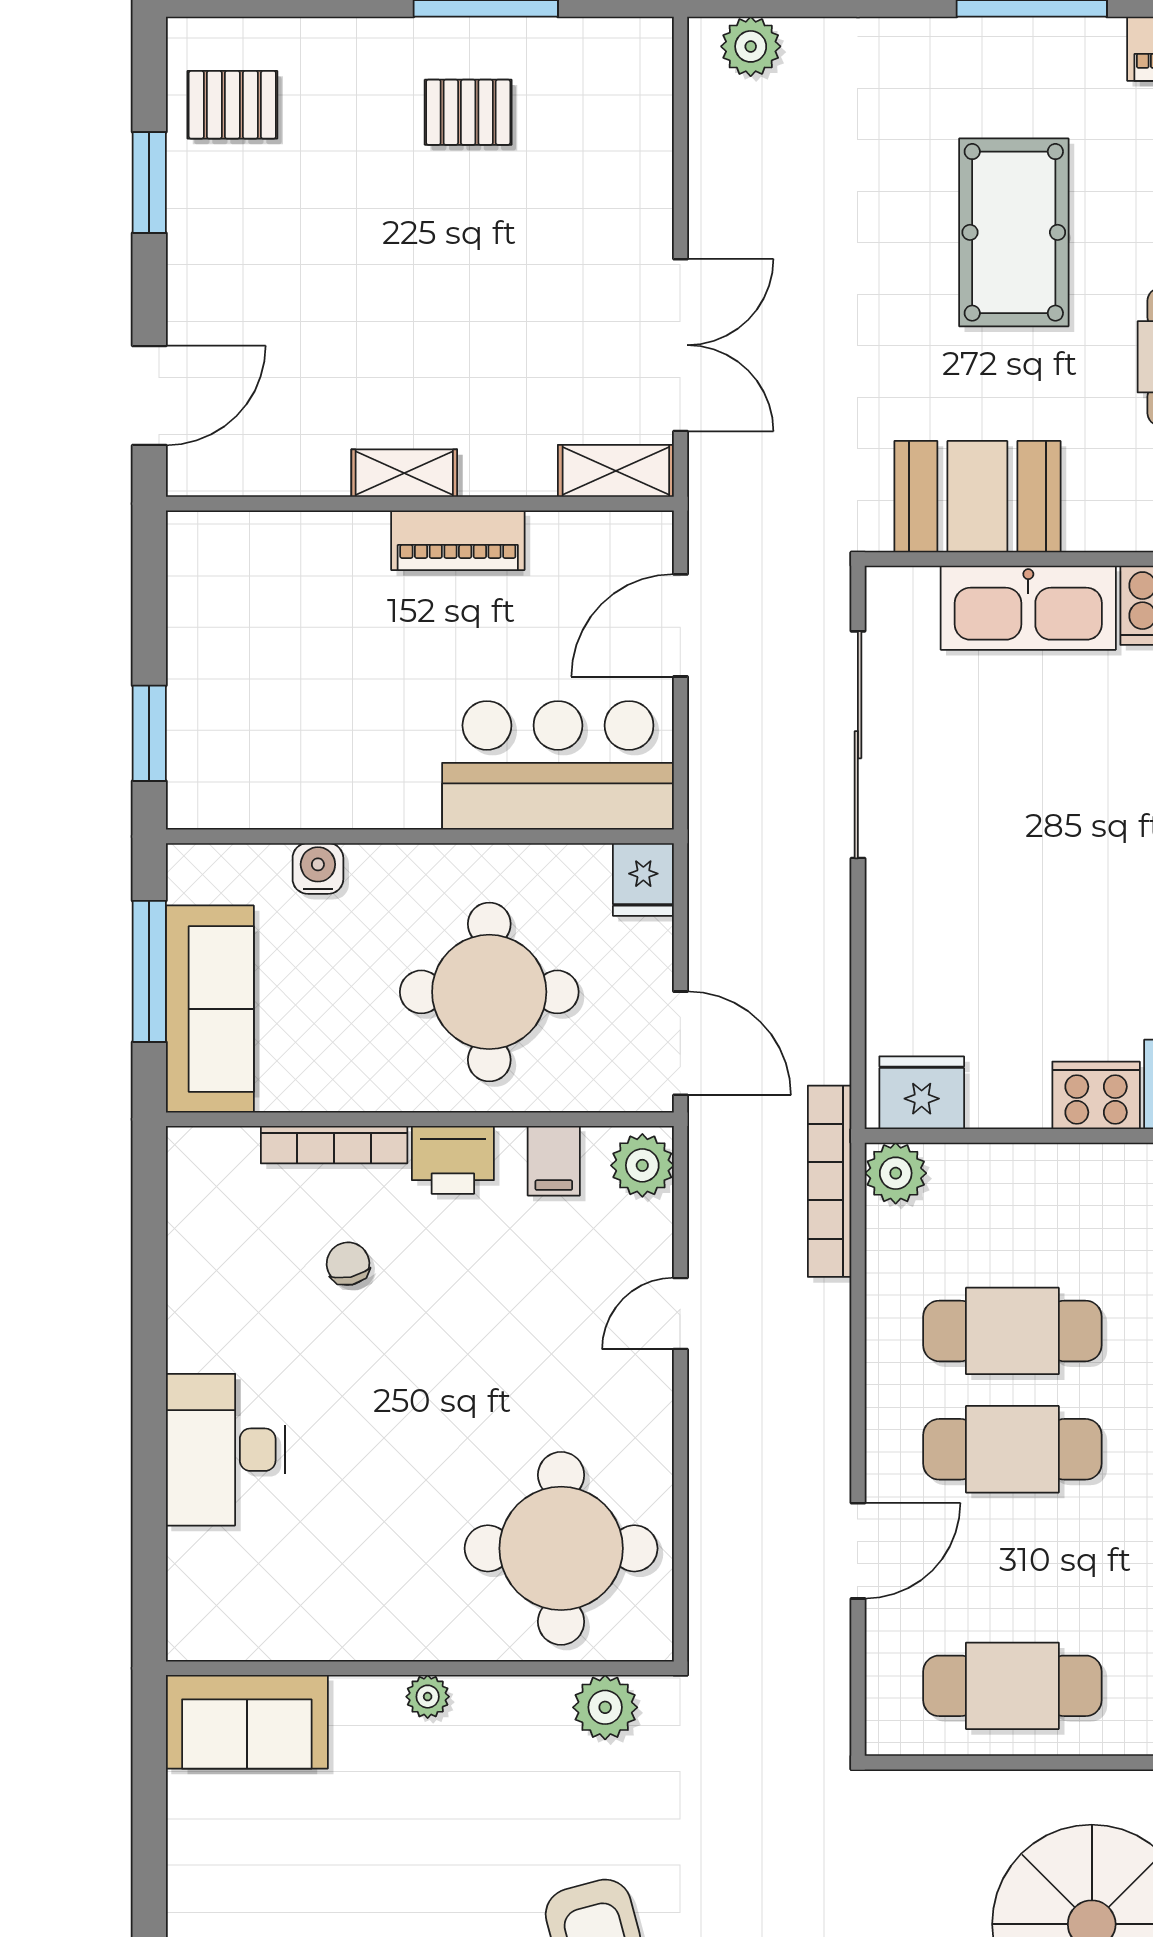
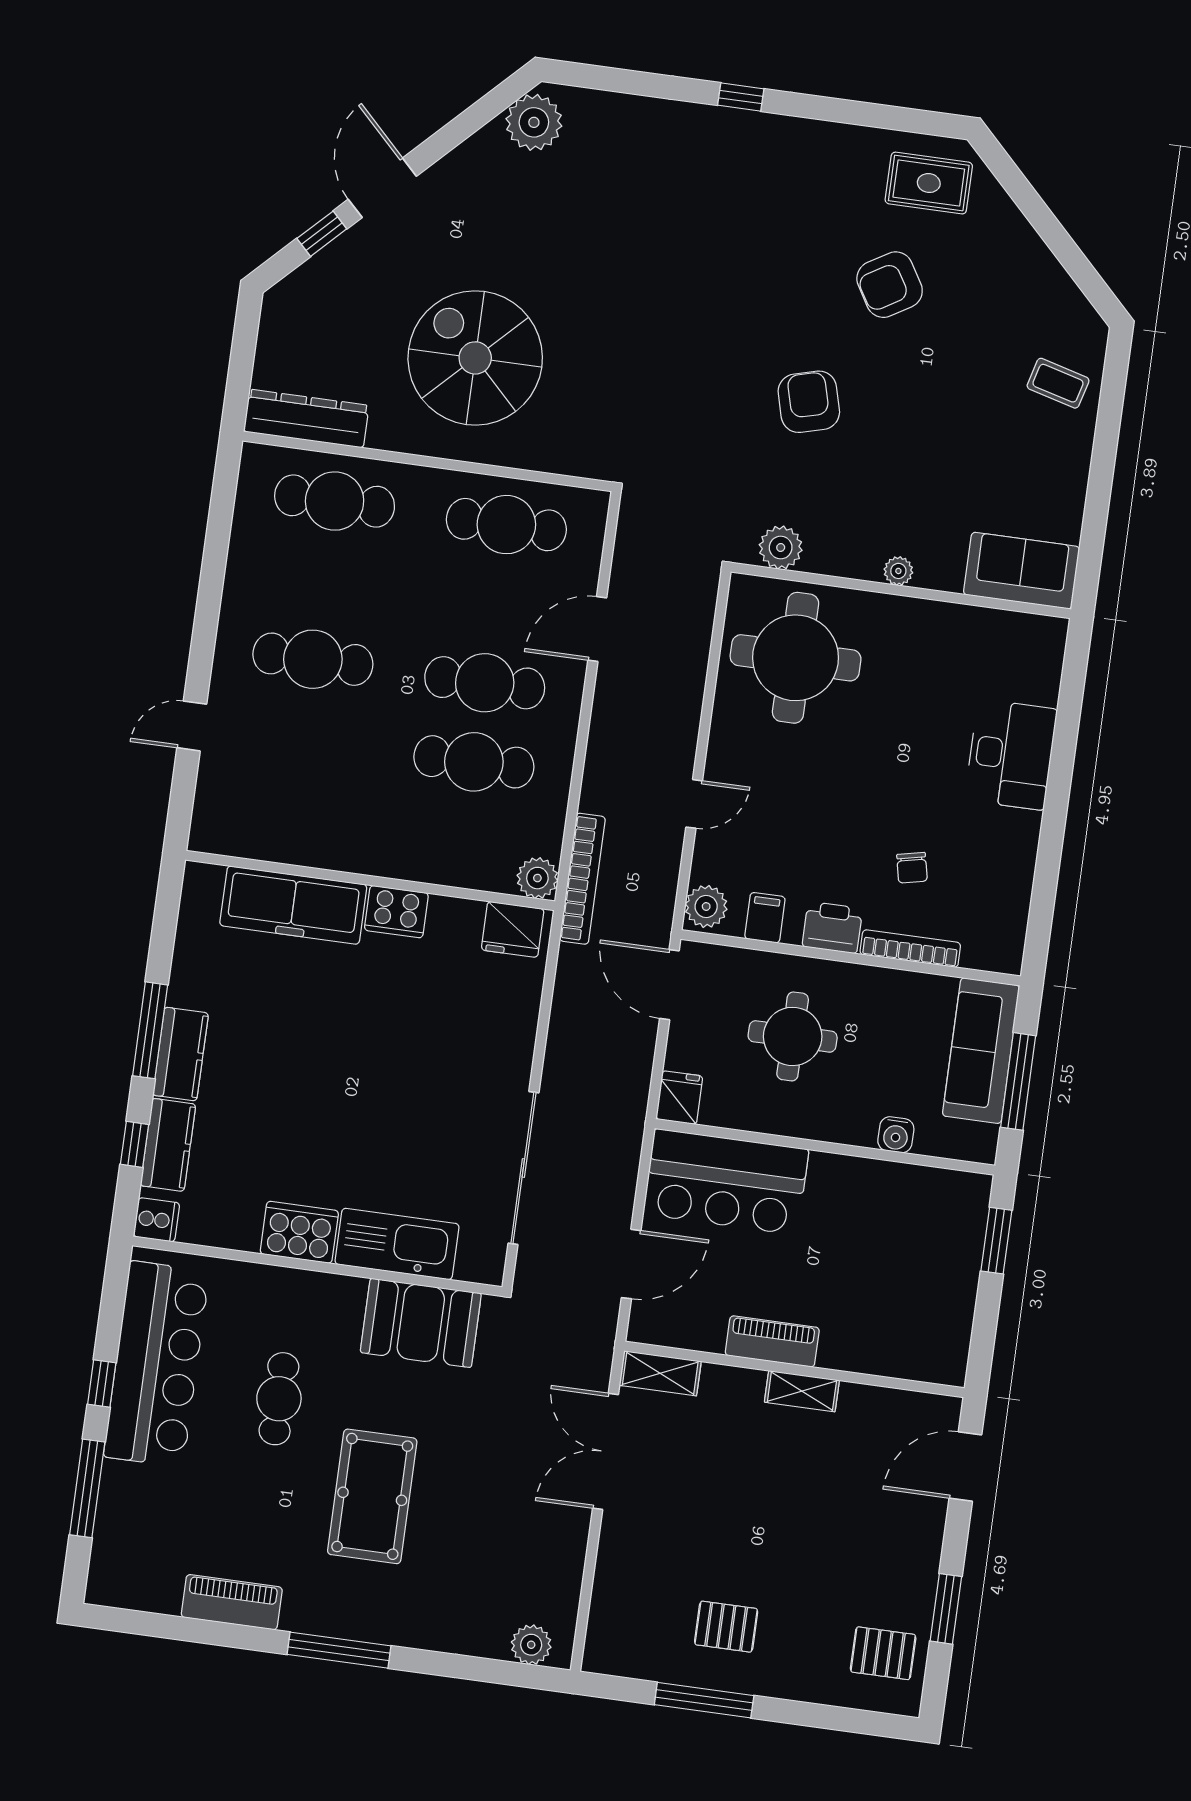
round table: (489, 992) -> (793, 1036), width x0.73, depth x0.73

